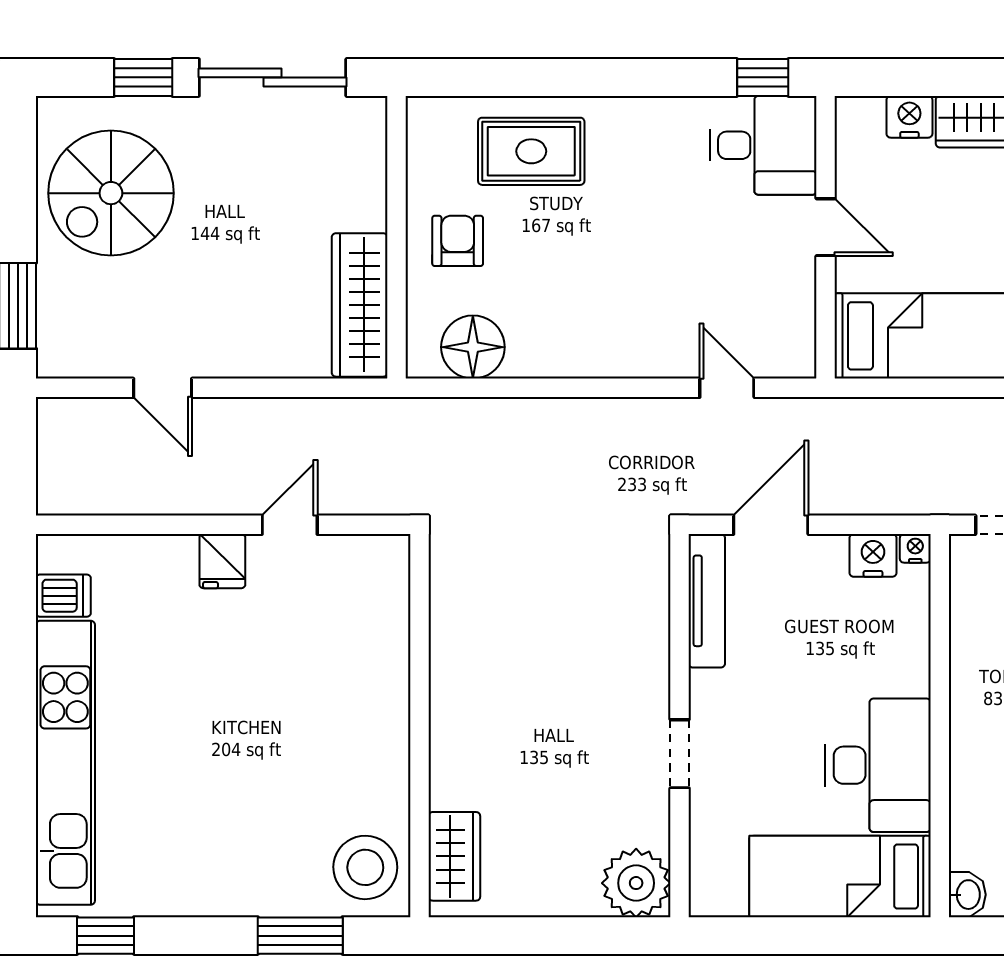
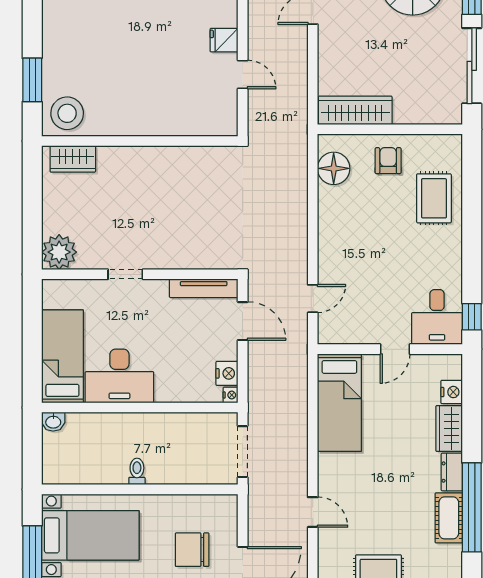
armchair: (458, 241) -> (388, 161), turned -90

